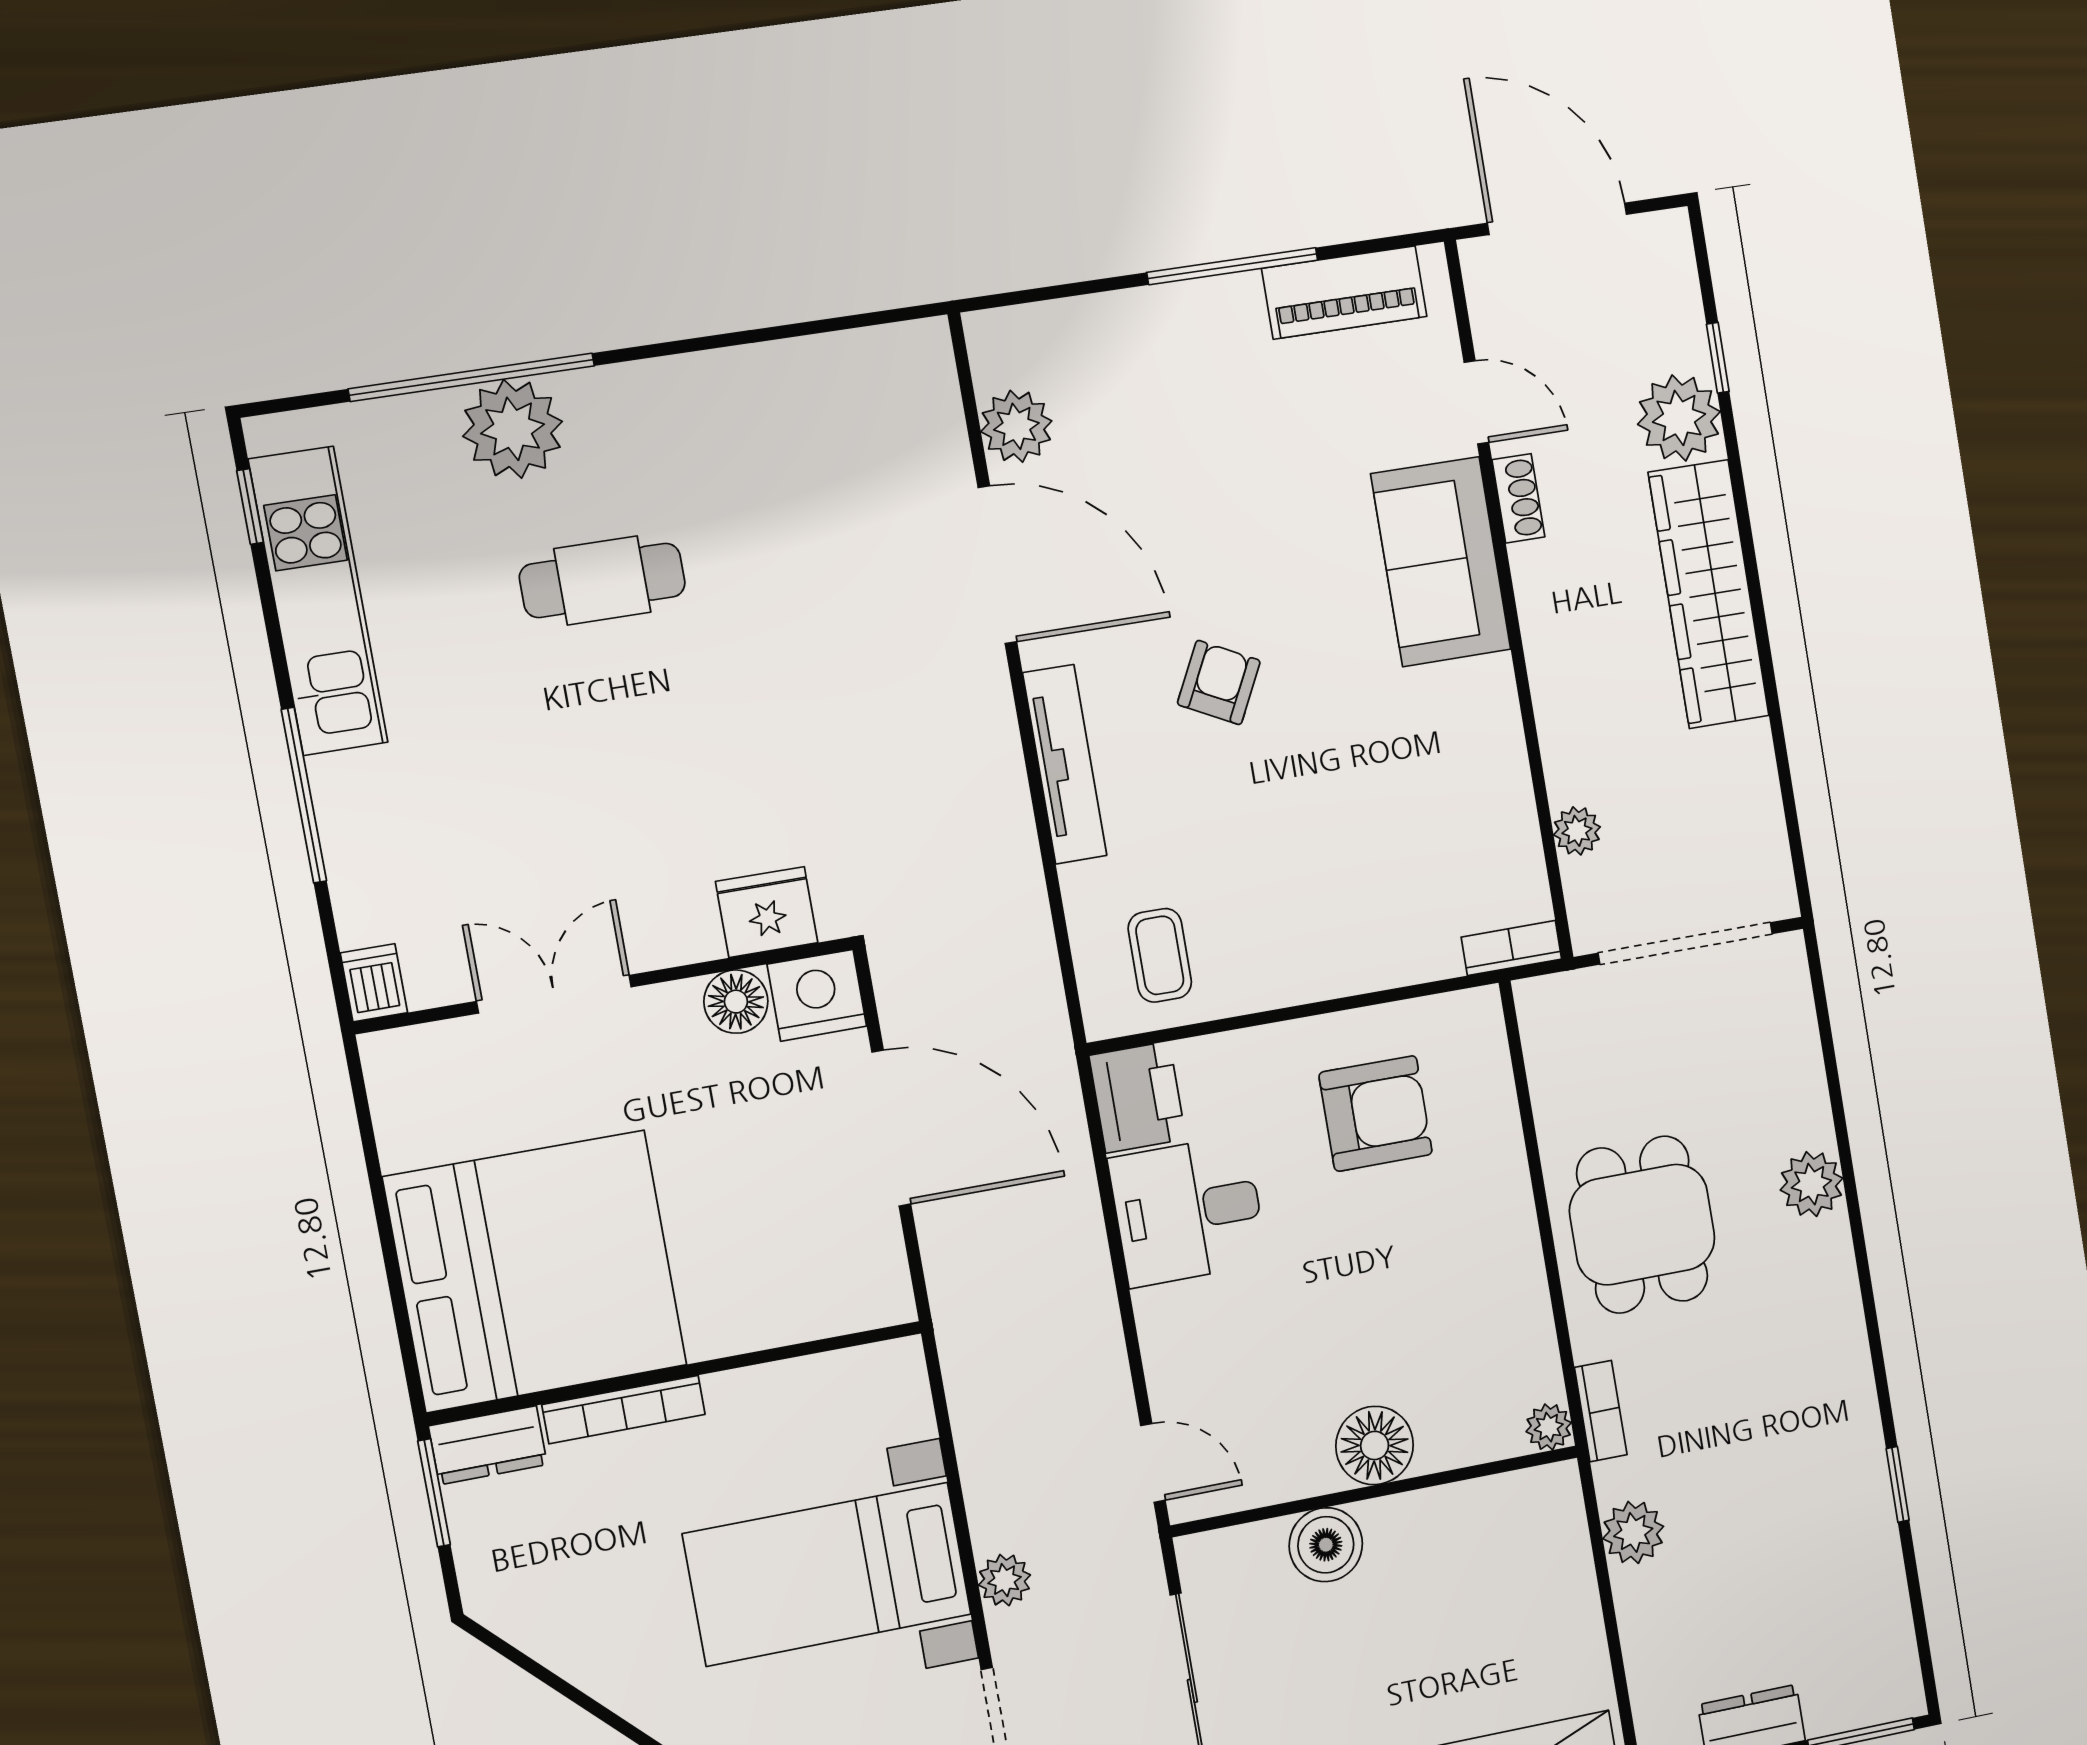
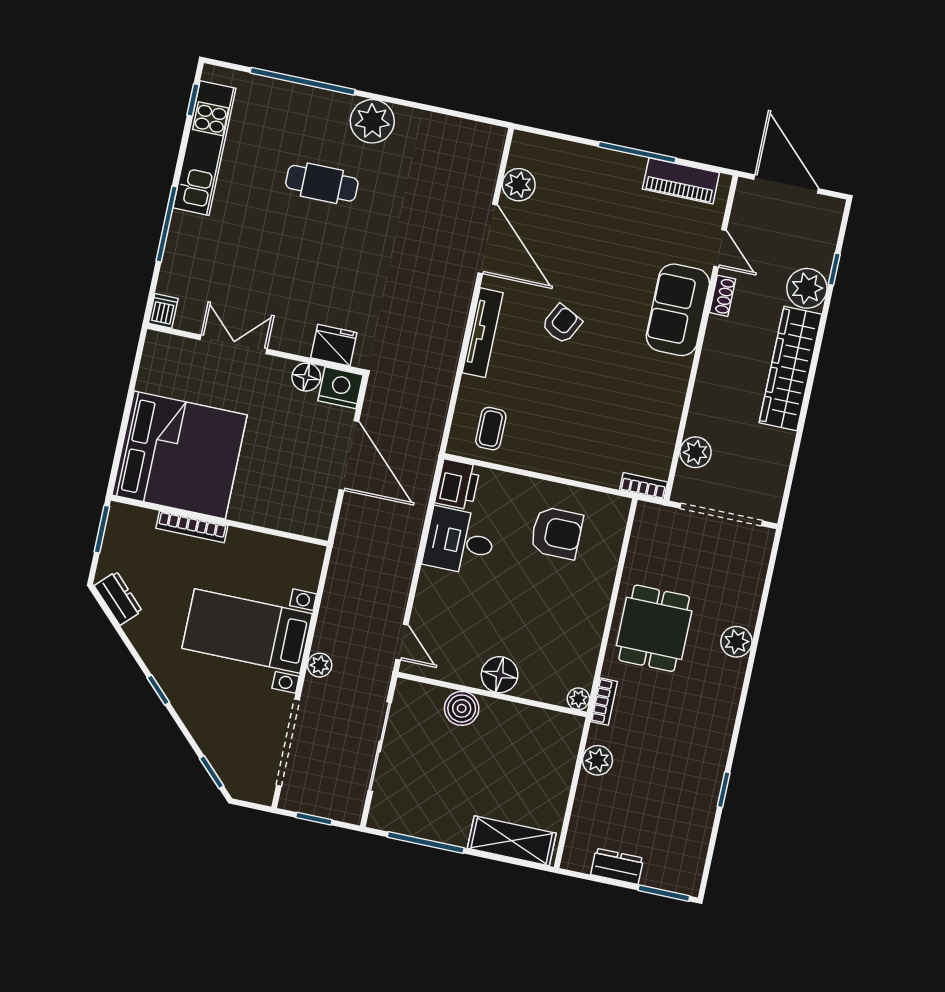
plant: (513, 429) -> (372, 121), moved
plant: (1577, 831) -> (695, 452), width x1.38, depth x1.38
dresser: (488, 1445) -> (118, 598), moved, turned -135

